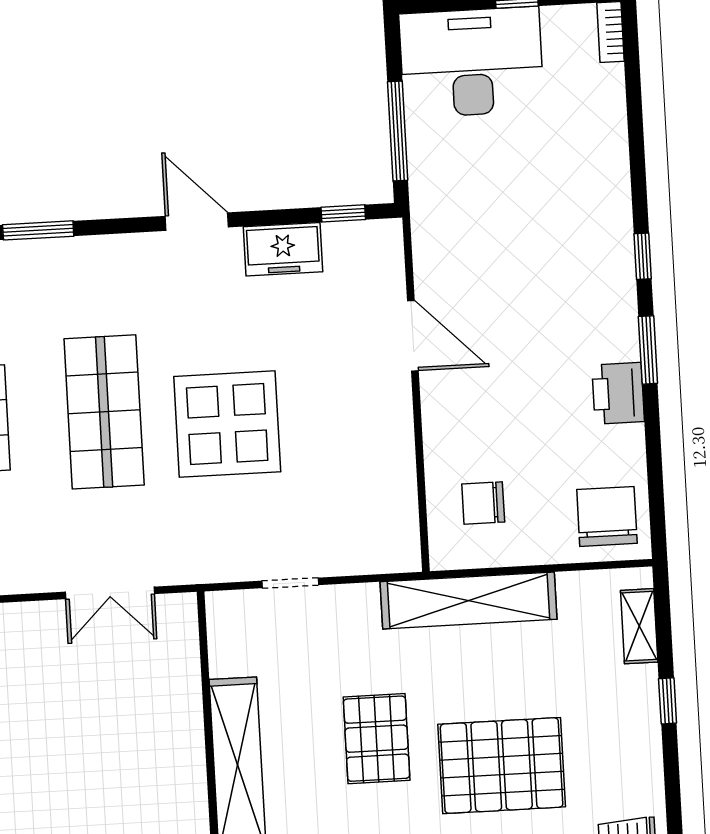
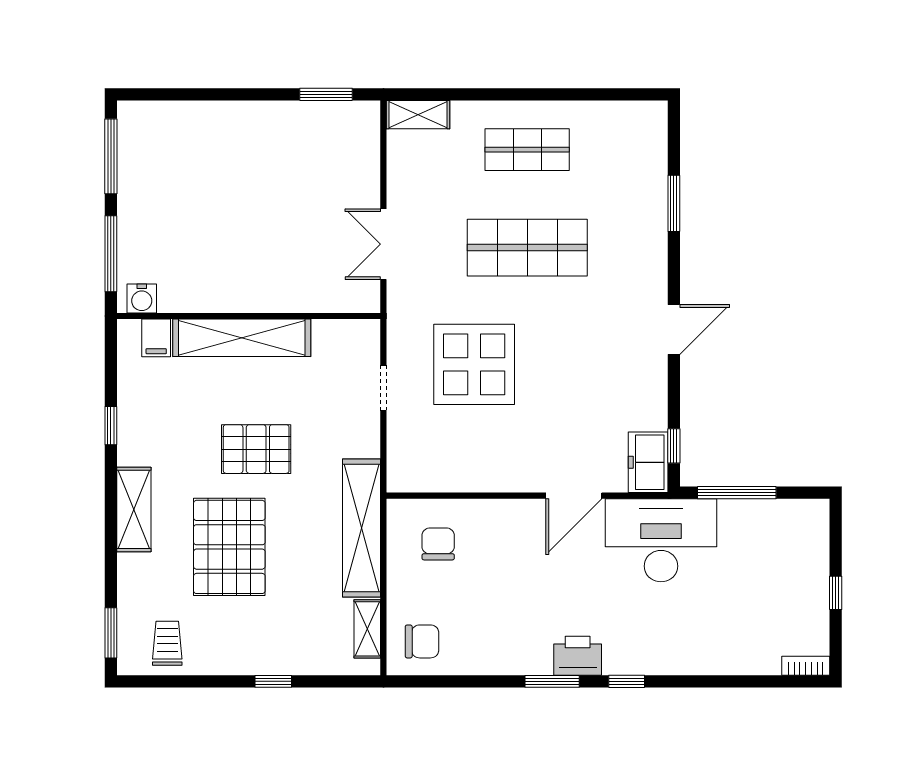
desk: (472, 62) -> (661, 540), moved, turned -90
freezer: (283, 249) -> (648, 462), moved
printer: (618, 393) -> (578, 656), moved
display table: (227, 424) -> (474, 364), moved
chair: (607, 516) -> (422, 641), width x0.73, depth x0.73
shelving: (639, 626) -> (367, 629), moved, turned 90

